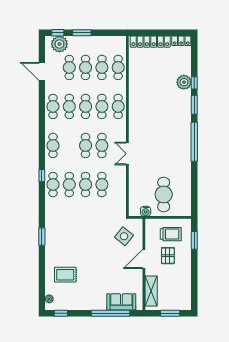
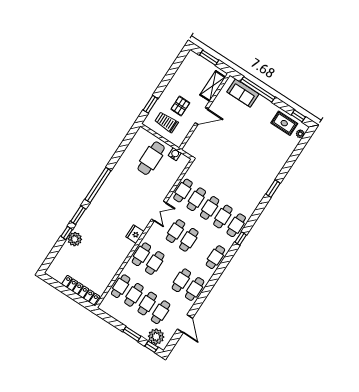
locker: (181, 41) -> (55, 274), removed
cafe table: (86, 106) -> (183, 191), moved
fridge: (135, 120) -> (135, 234), added
side table: (124, 236) -> (206, 145), removed
rug: (65, 275) -> (284, 123), moved

